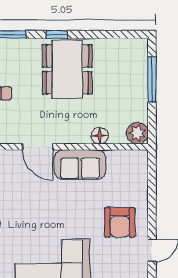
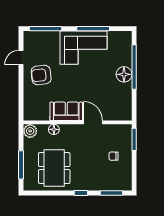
dining table: (67, 69) -> (54, 168), moved
armchair: (120, 222) -> (41, 75), turned -97

